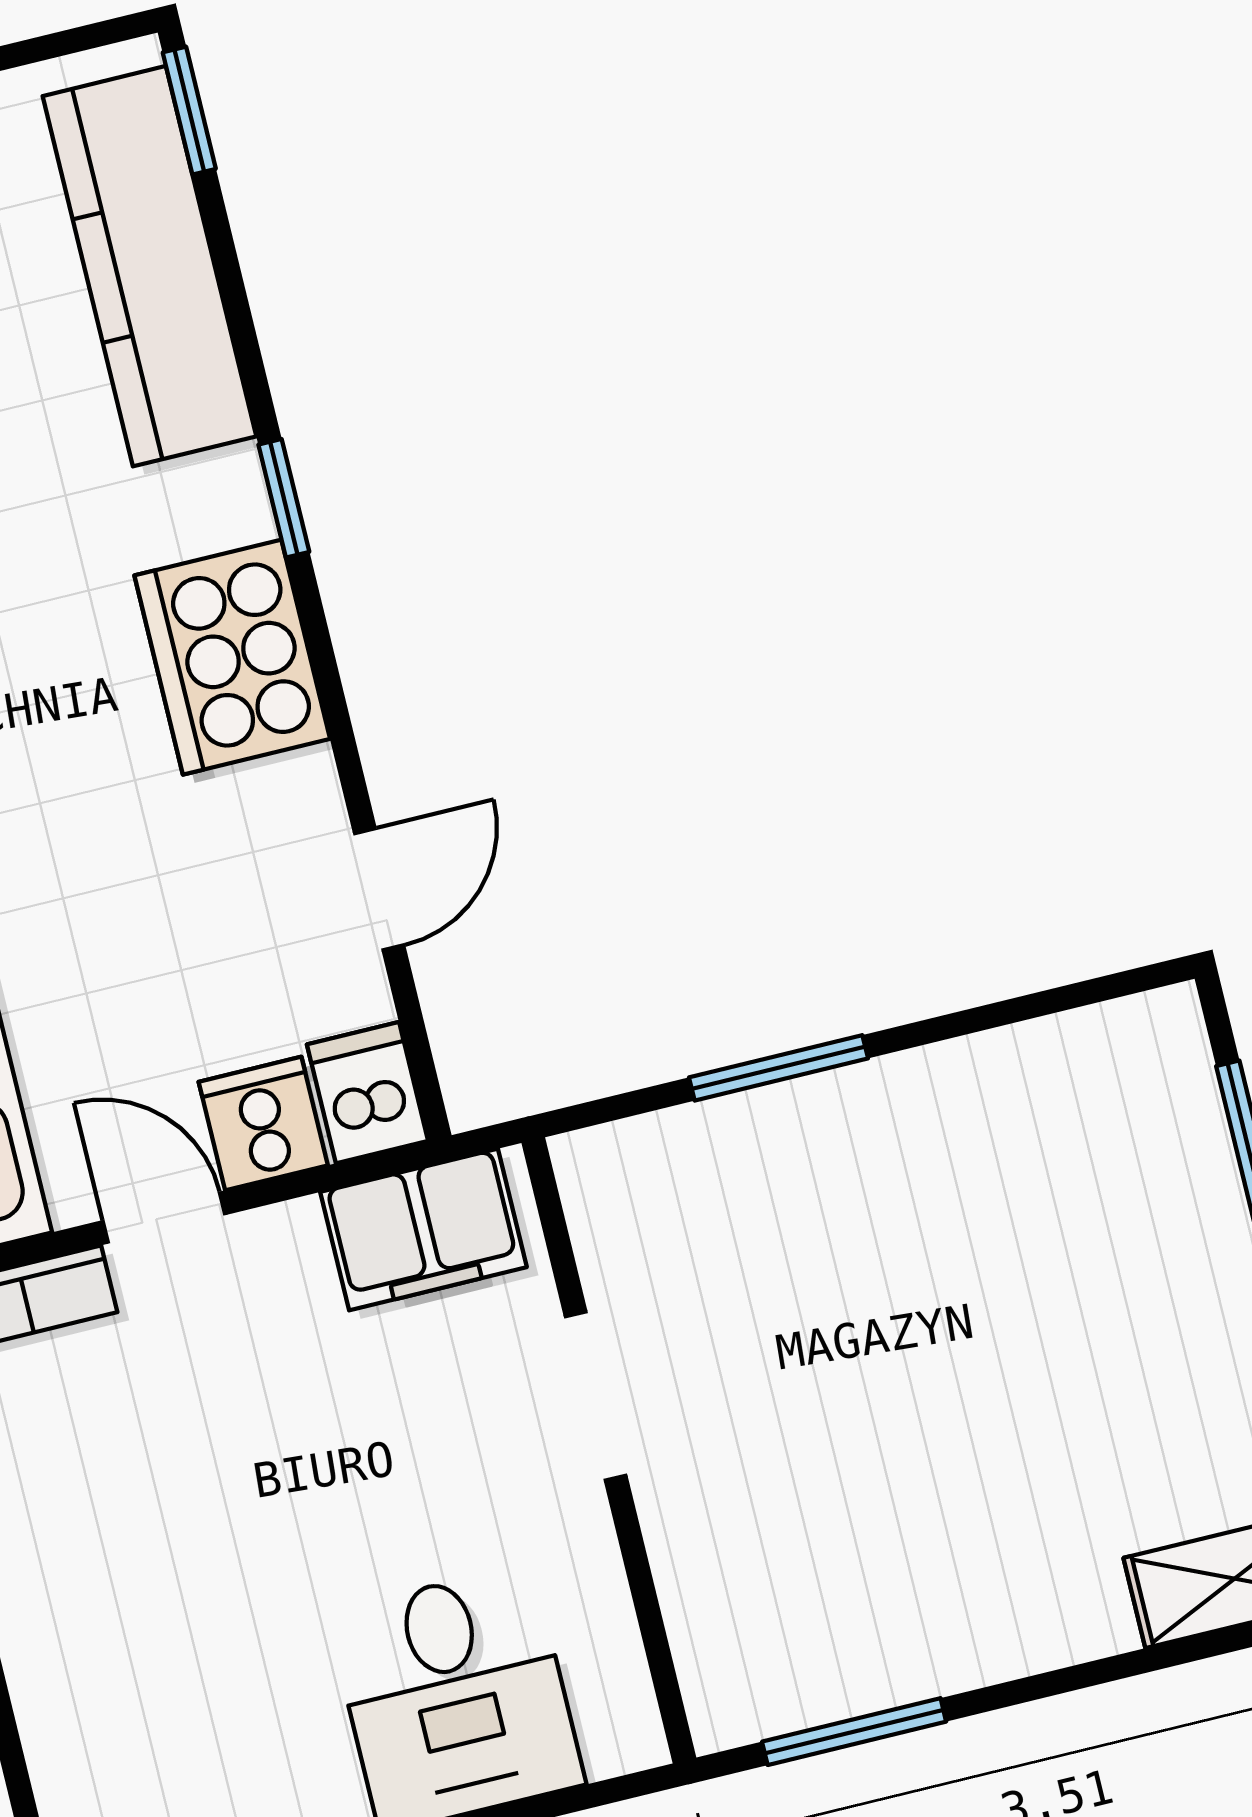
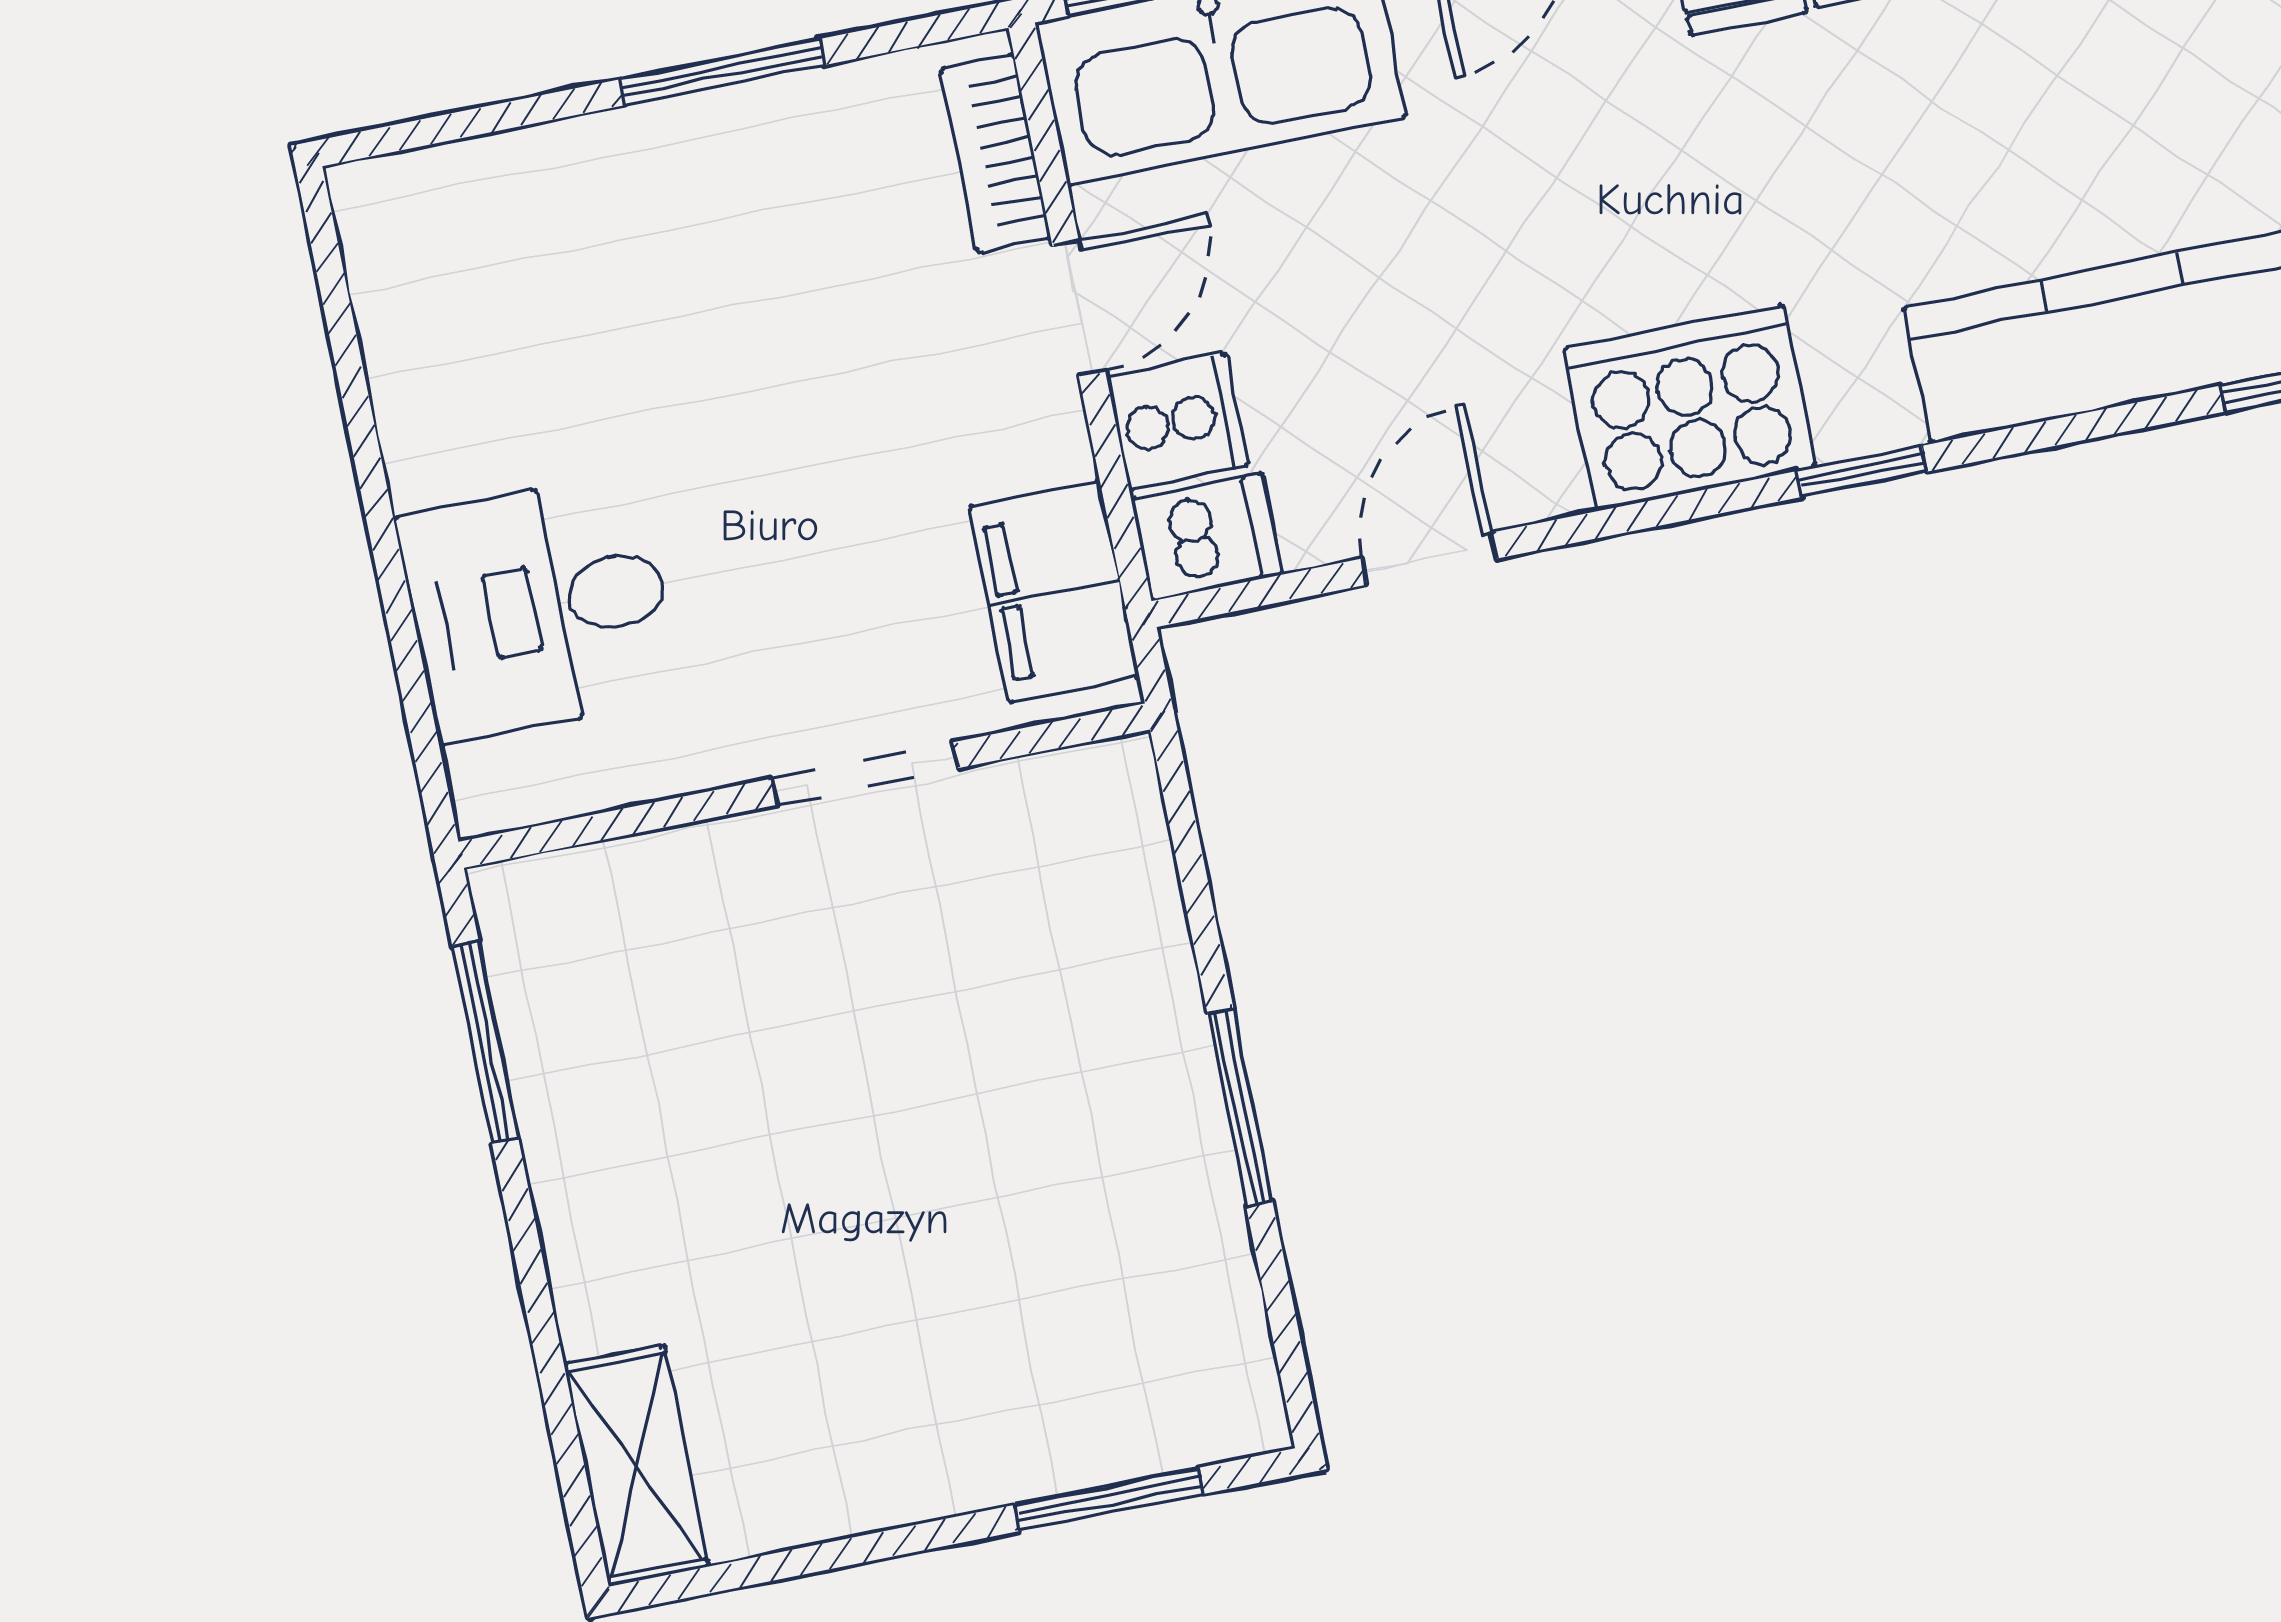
door: (379, 889) -> (1429, 559), swing flipped
window: (778, 1068) -> (1240, 1107), moved

